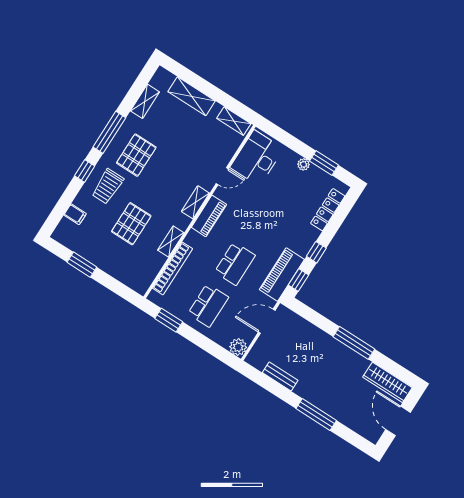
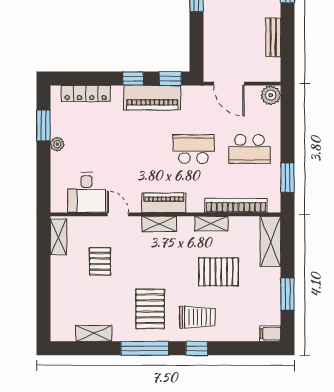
shelving: (192, 96) -> (270, 241), moved
pallet: (196, 140) -> (100, 261), added
pallet: (136, 155) -> (150, 309), turned 90
desk: (257, 158) -> (87, 192), width x0.73
filing cabinet: (75, 214) -> (270, 334), moved, turned -90
piano: (282, 274) -> (152, 98), moved
school desk: (208, 305) -> (249, 149), turned 180

